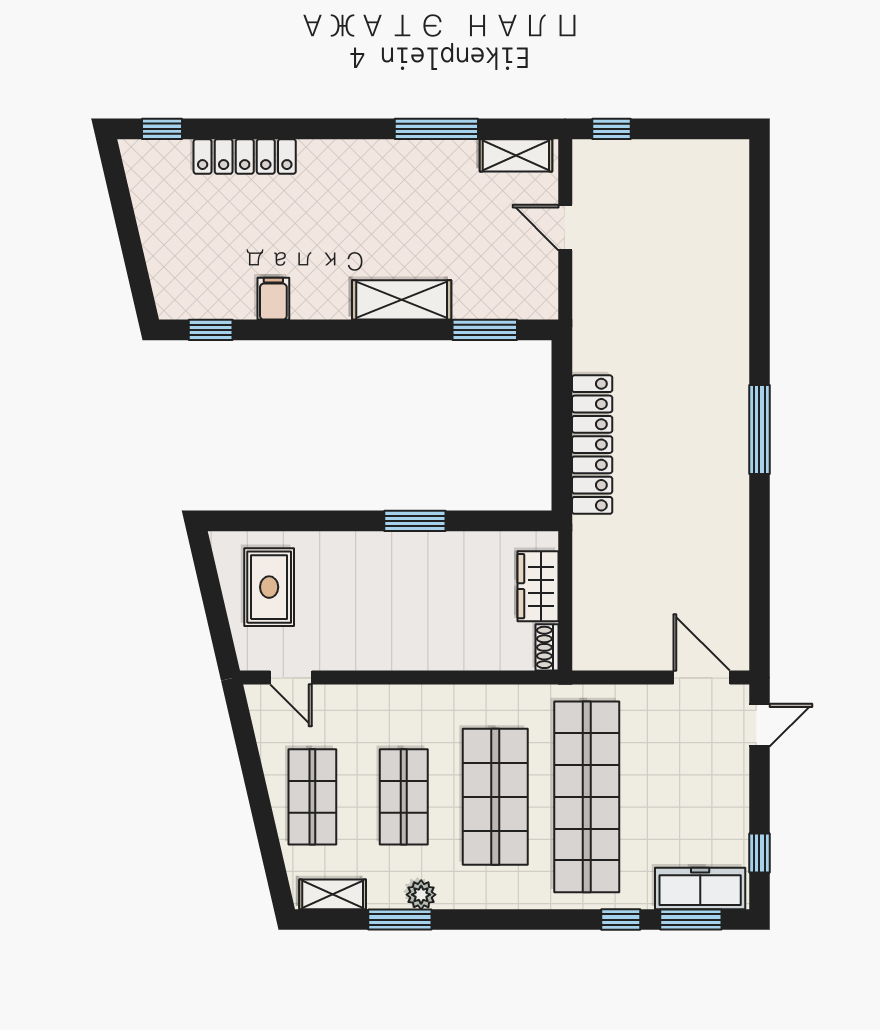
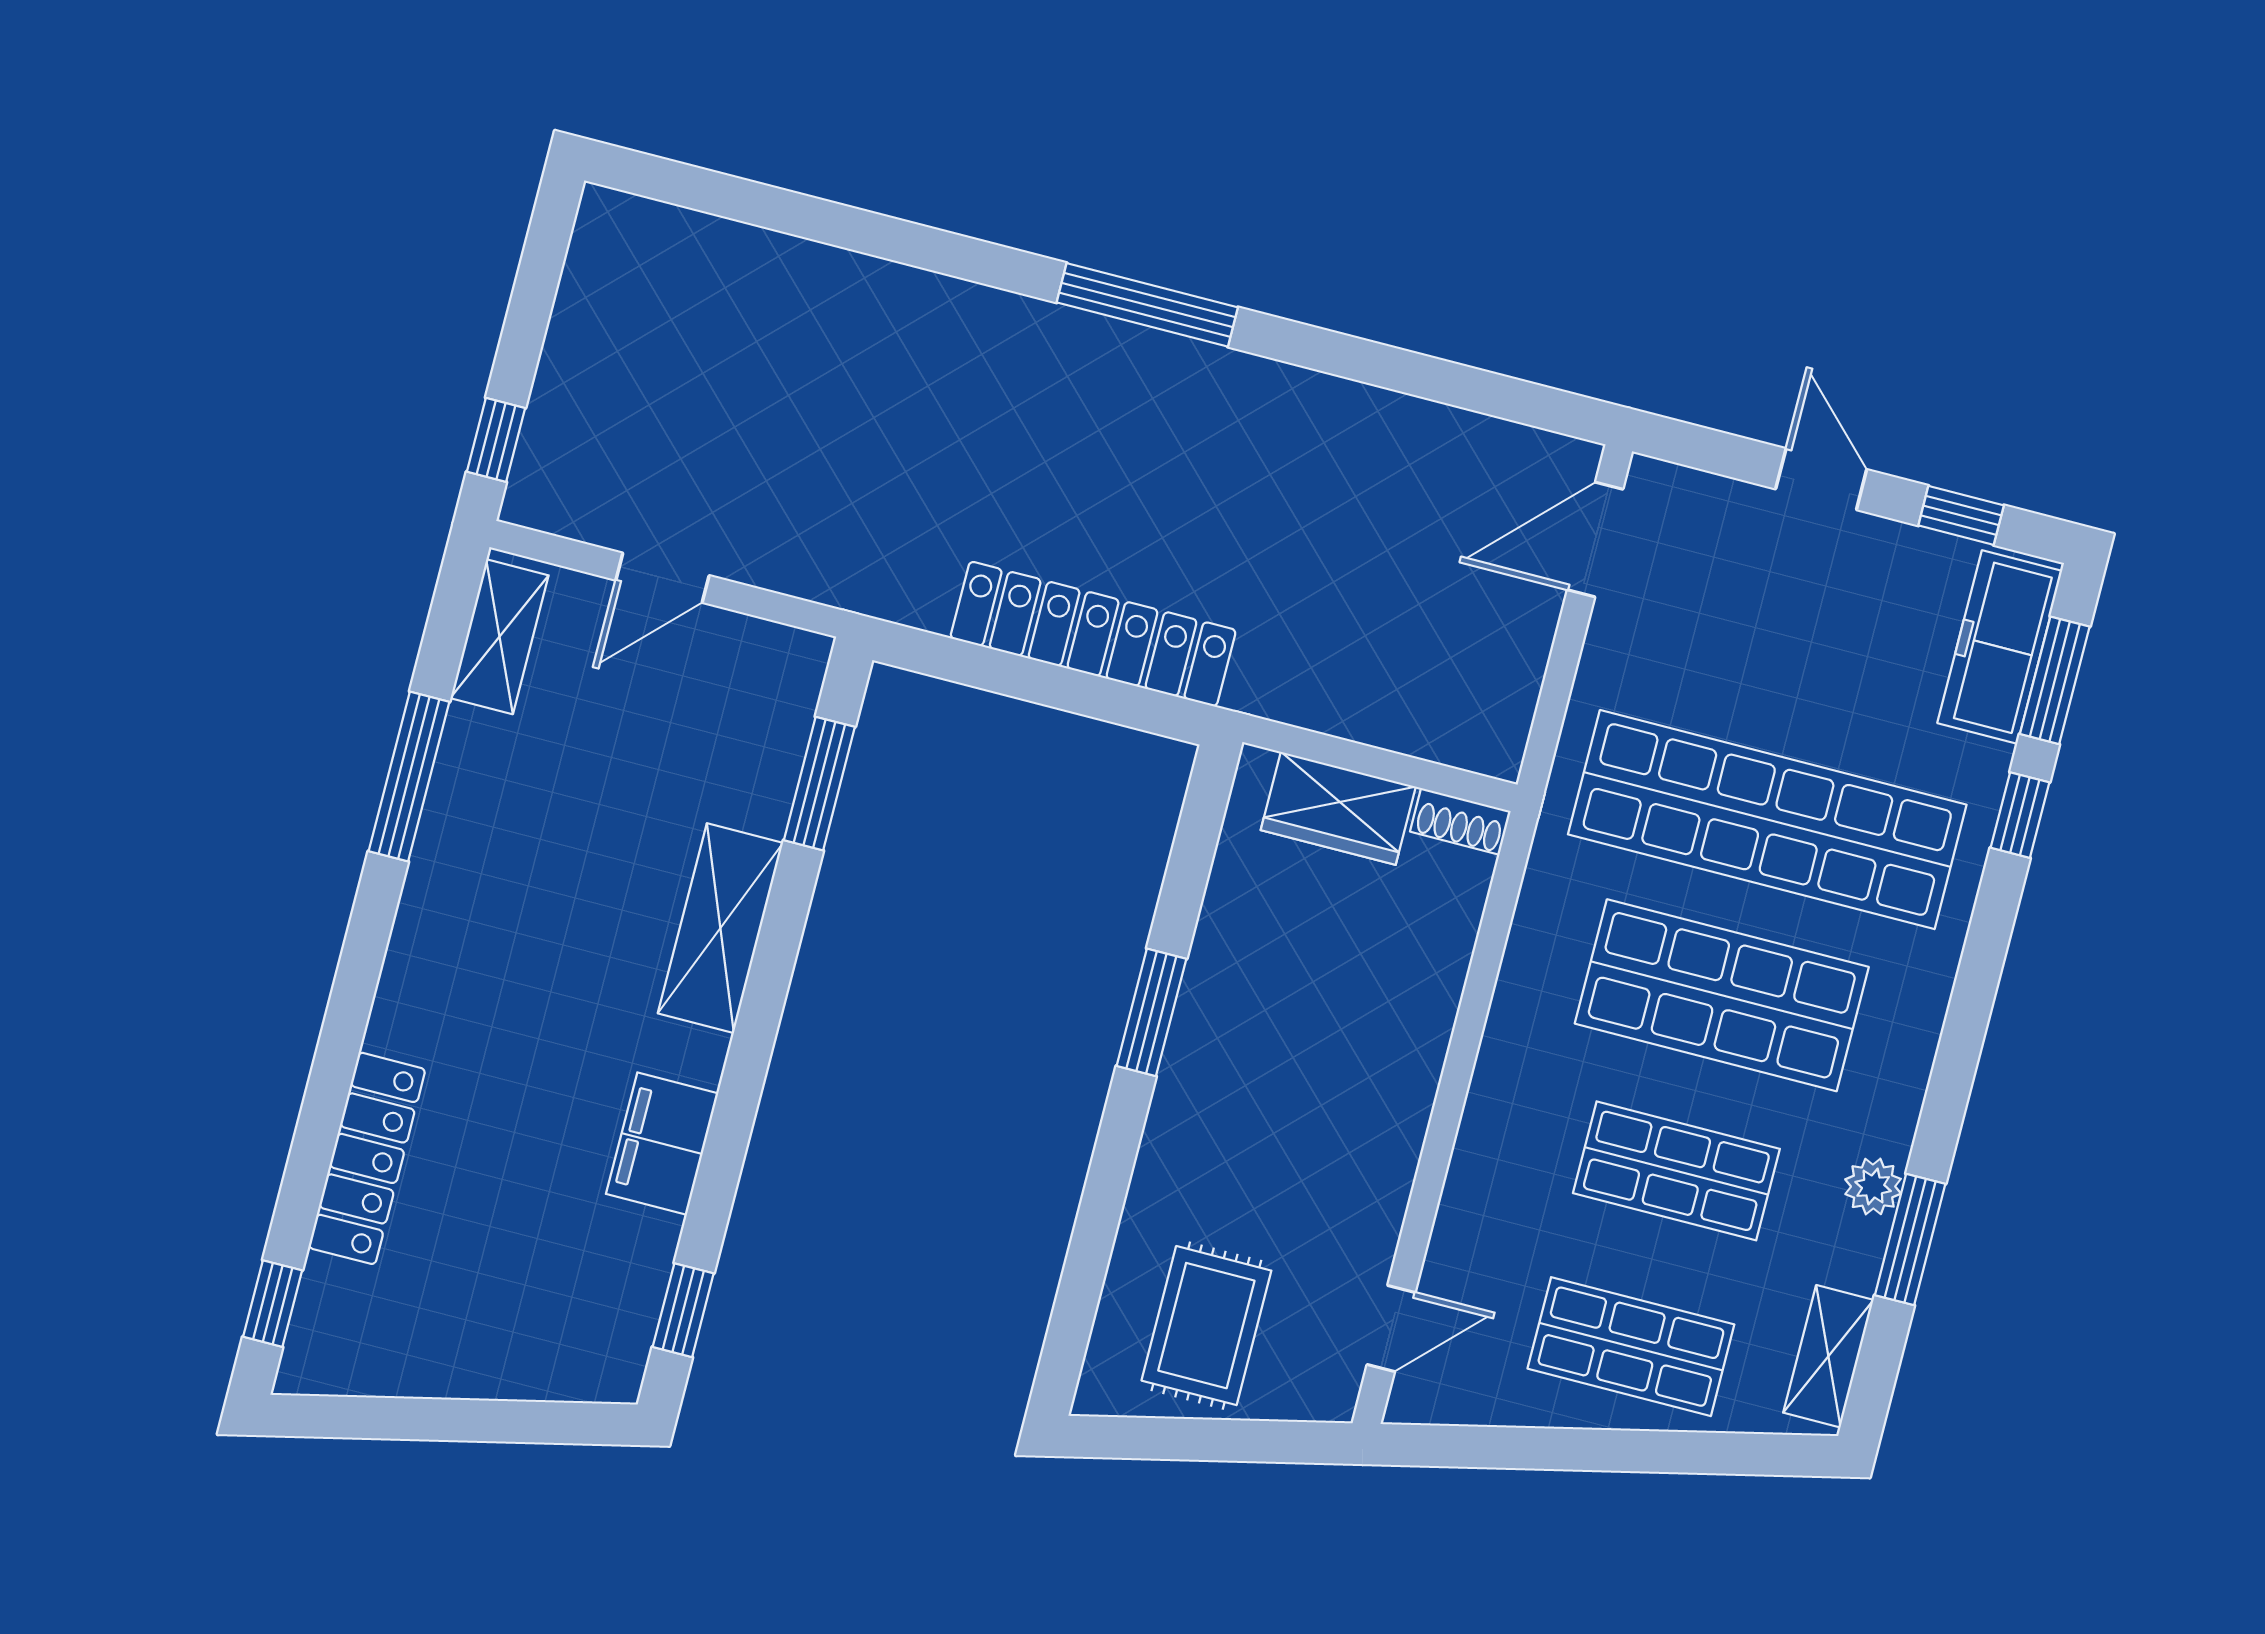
filing cabinet: (273, 299) -> (662, 1144), width x2.00
rug: (269, 587) -> (1206, 1326), turned 90
door: (759, 725) -> (1821, 479), moved

